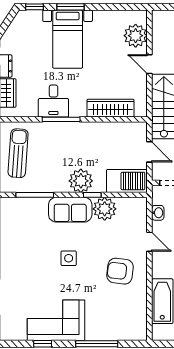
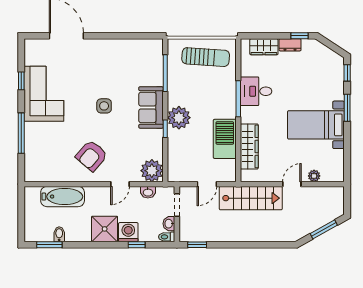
plant: (136, 36) -> (314, 176), width x0.53, depth x0.53
bed with nightstands: (68, 39) -> (316, 125), moved
barbecue: (127, 181) -> (225, 139), moved, turned 180
plant: (105, 209) -> (152, 171), moved
armchair: (120, 271) -> (92, 156), turned -146

